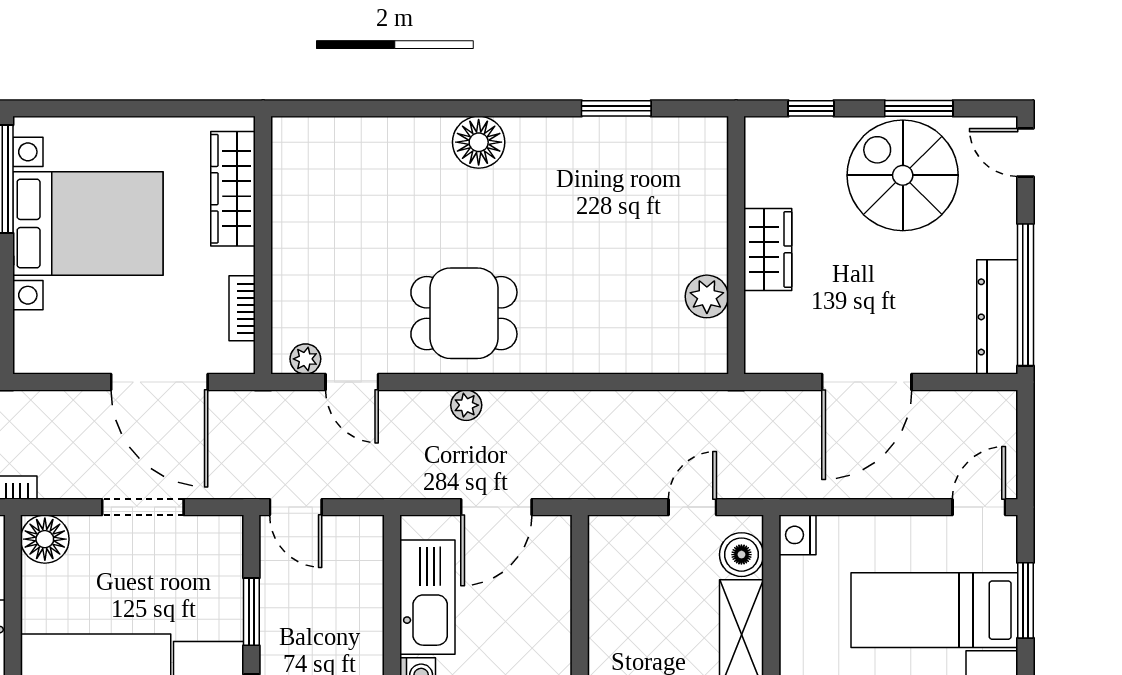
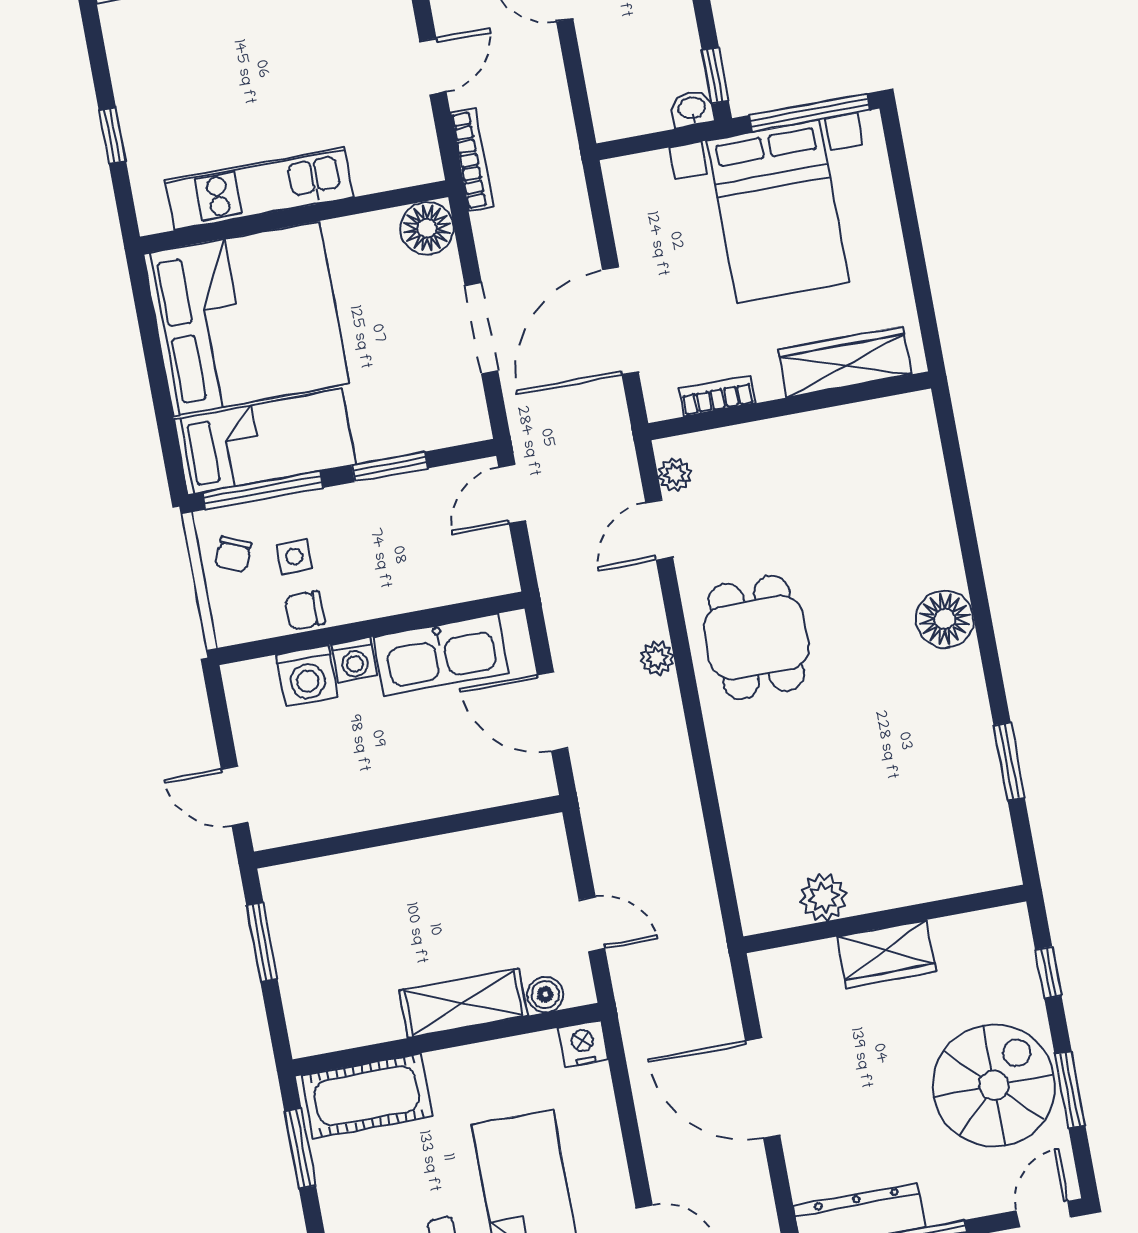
boiler: (741, 555) -> (545, 994), width x0.73, depth x0.73

